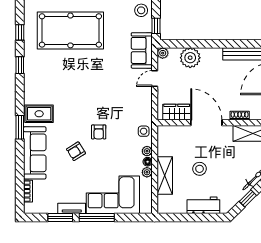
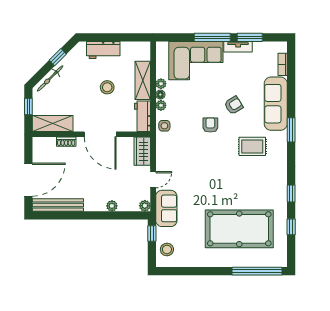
plant: (190, 58) -> (112, 206), width x0.53, depth x0.53
wardrobe: (177, 112) -> (142, 151), moved, turned 90
rug: (39, 114) -> (252, 146), moved
workbench: (165, 141) -> (142, 116), added

